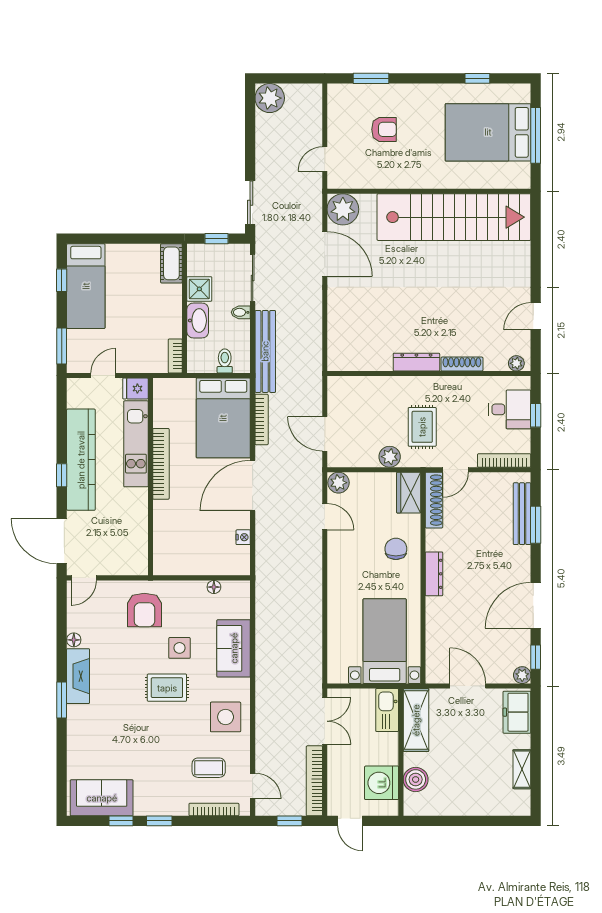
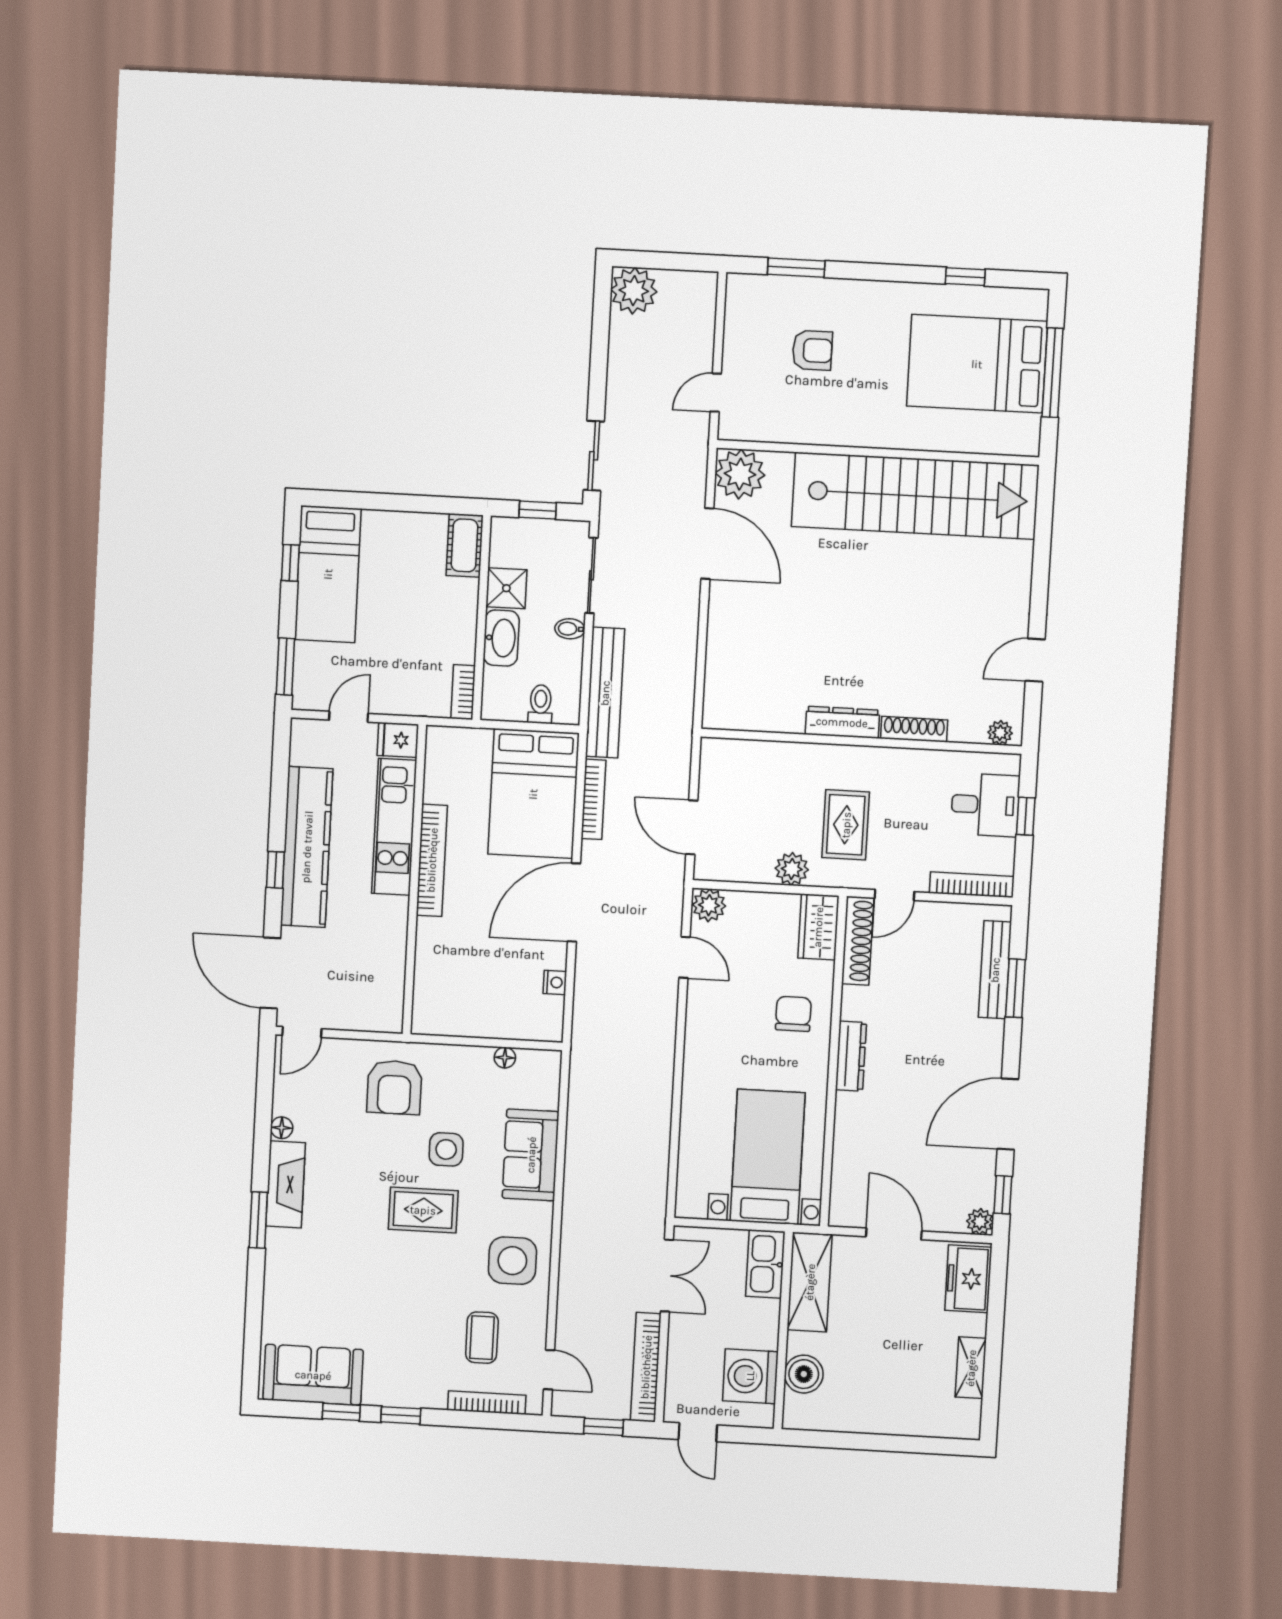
coffee table: (209, 768) -> (482, 1338), turned 90

